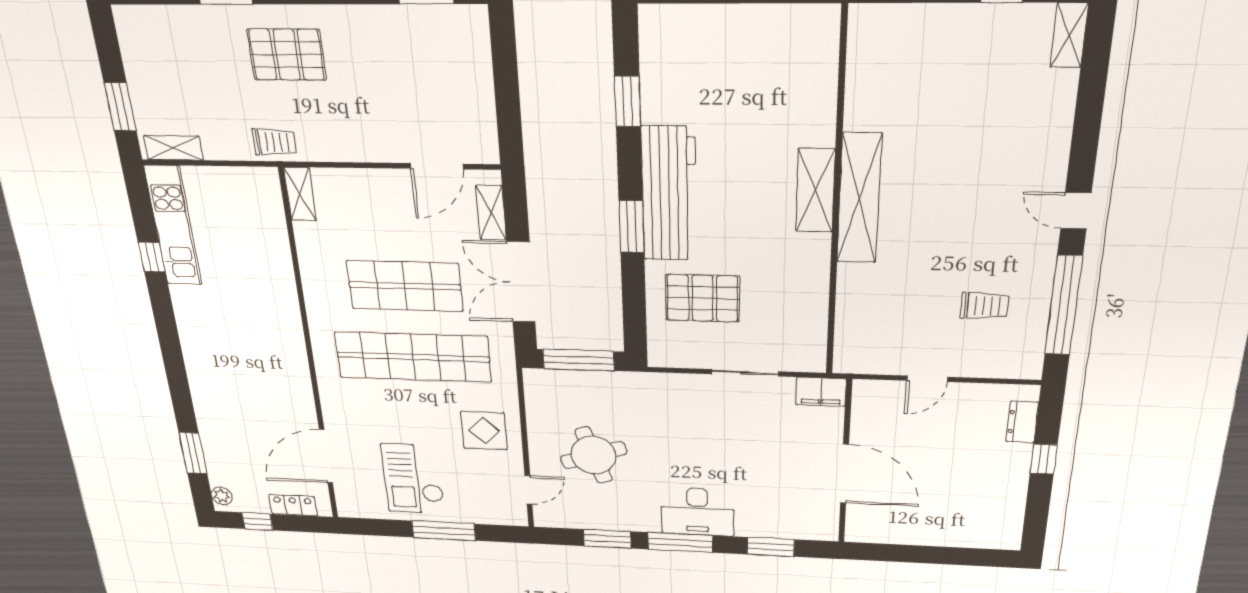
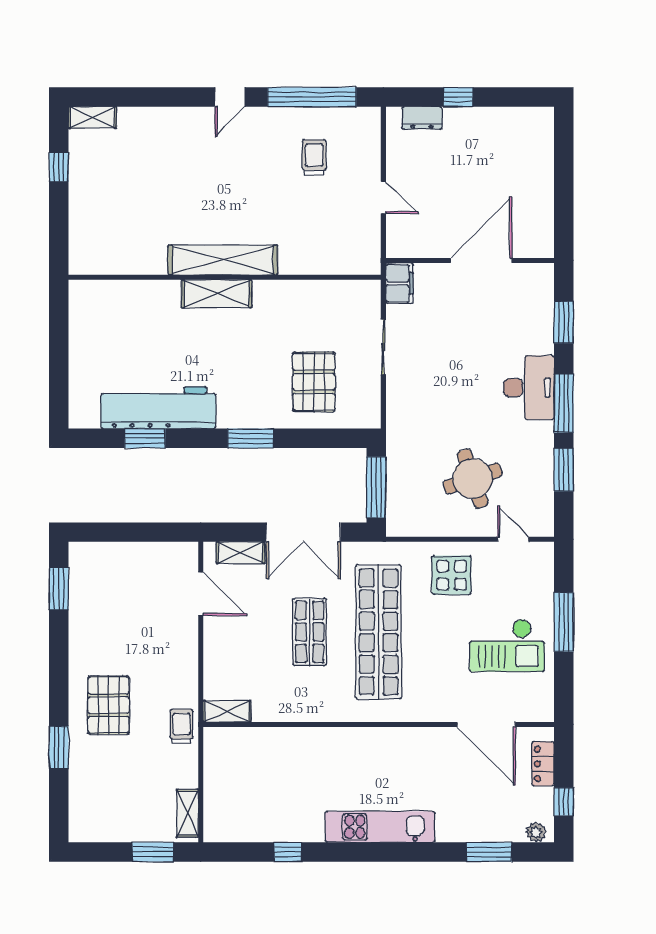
workbench: (669, 194) -> (158, 408), moved
kitchen unit: (173, 226) -> (380, 827), moved
shop shelf: (405, 286) -> (310, 632), width x0.70, depth x0.74

